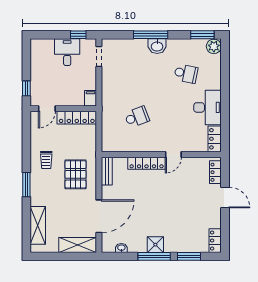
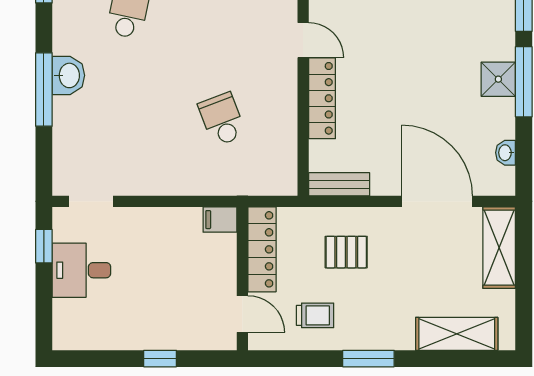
filing cabinet: (91, 98) -> (220, 220), moved
door: (47, 109) -> (242, 314), moved
wall: (63, 109) -> (242, 279), moved
locker: (77, 118) -> (262, 249), moved
pallet: (76, 174) -> (346, 252), width x0.67, depth x0.71

